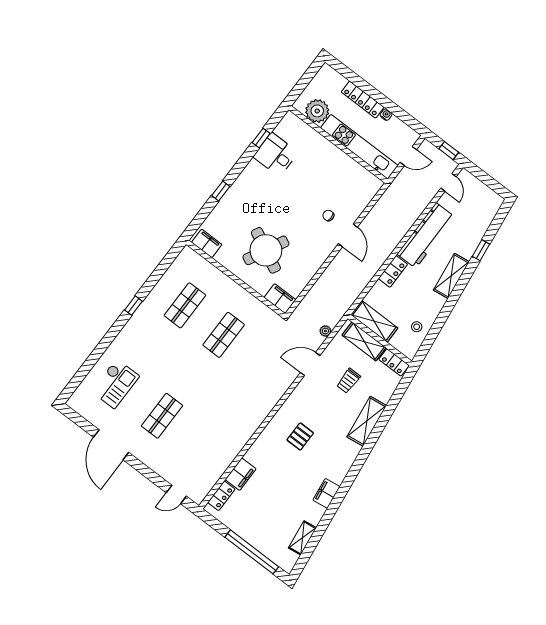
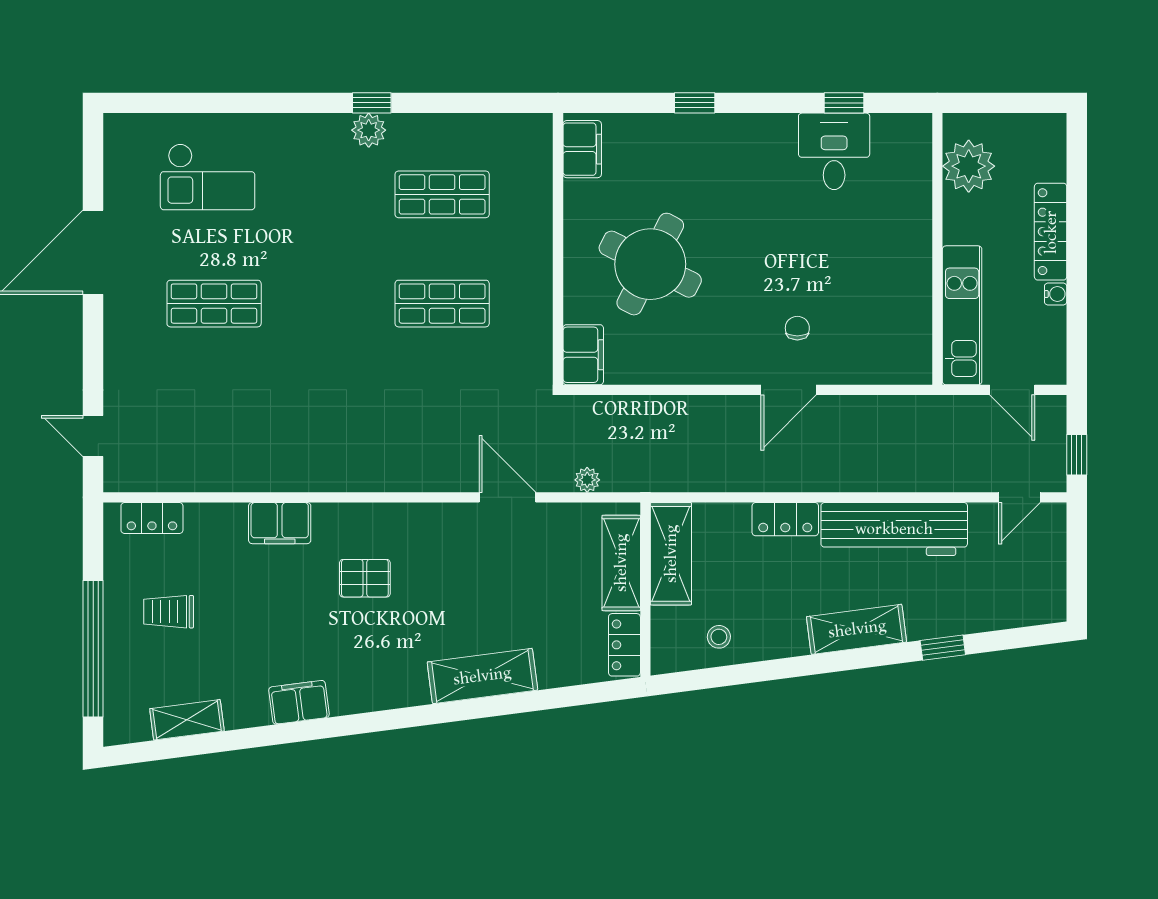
kitchen unit: (359, 147) -> (962, 315), width x0.73
plant: (142, 314) -> (369, 130), added
trolley: (348, 381) -> (169, 612), moved
filing cabinet: (241, 474) -> (280, 523), moved

